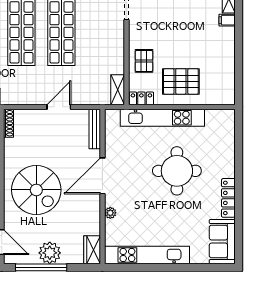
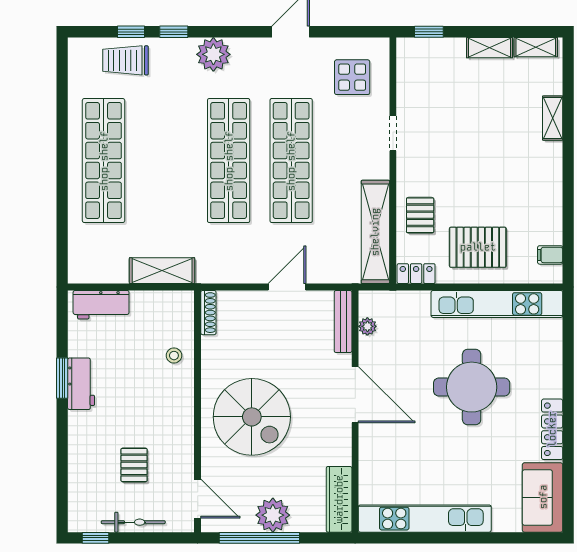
filing cabinet: (227, 20) -> (550, 255), moved
shelving: (118, 90) -> (375, 232), width x2.20, depth x1.33
kitchen unit: (162, 118) -> (497, 304), moved
door: (102, 176) -> (355, 395), swing flipped
plant: (110, 213) -> (367, 326), moved
wardrobe: (92, 250) -> (339, 499), width x1.50

